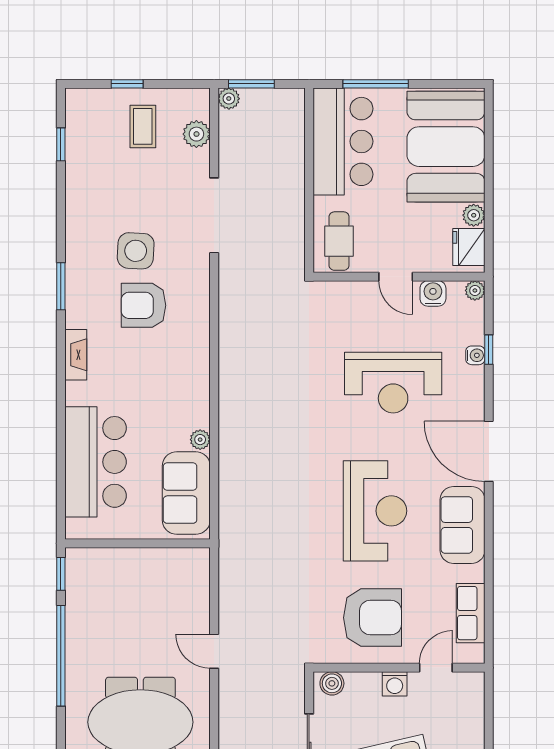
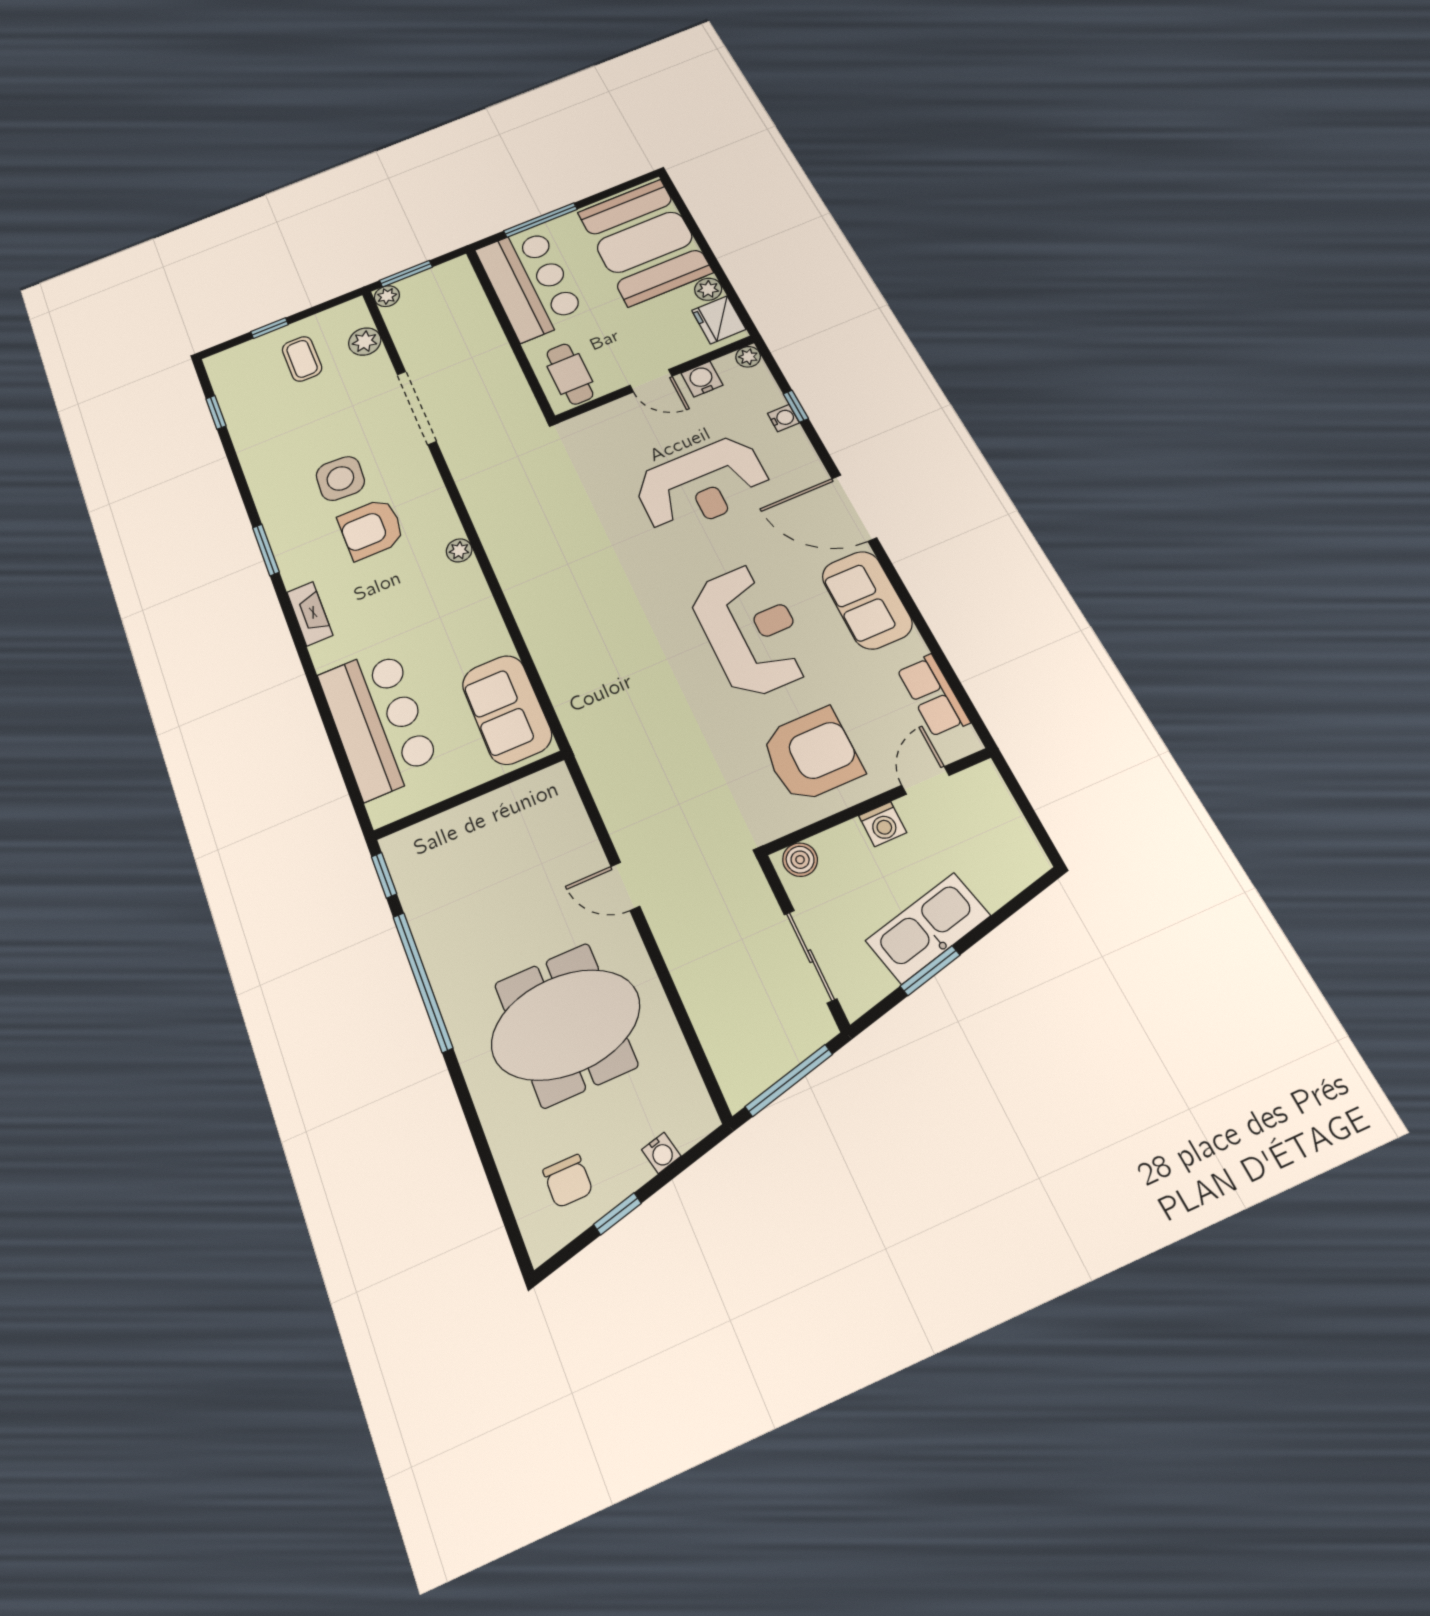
plant: (200, 440) -> (459, 550), moved

